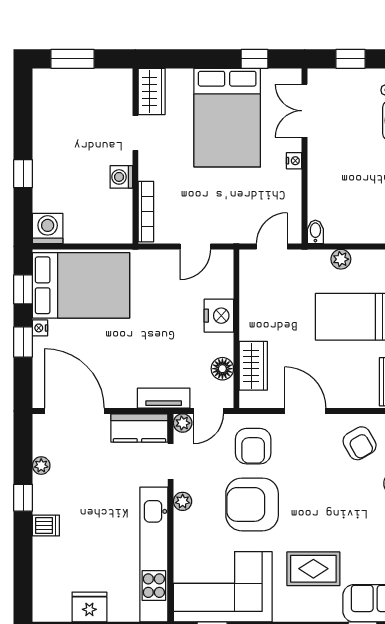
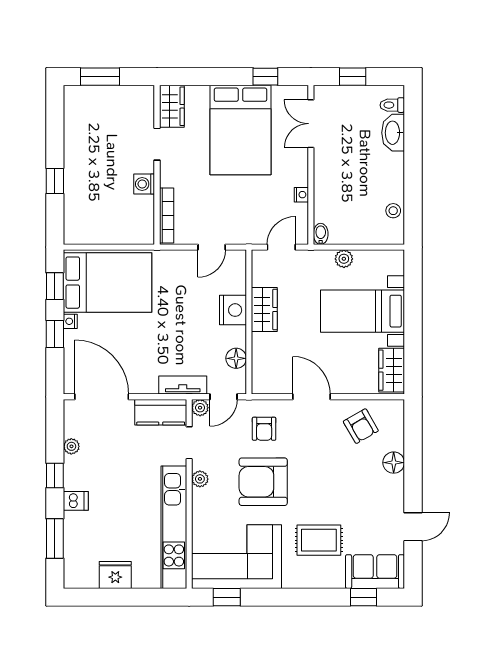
nightstand: (294, 161) -> (301, 195), moved
washing machine: (48, 228) -> (77, 231), removed
wardrobe: (253, 366) -> (264, 309), moved
armchair: (253, 446) -> (264, 429), width x0.72, depth x0.72
window: (23, 567) -> (55, 538), added

